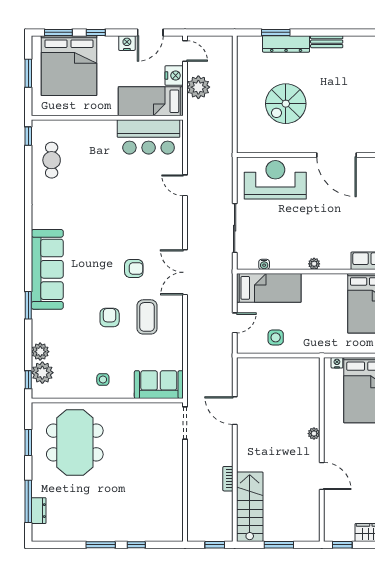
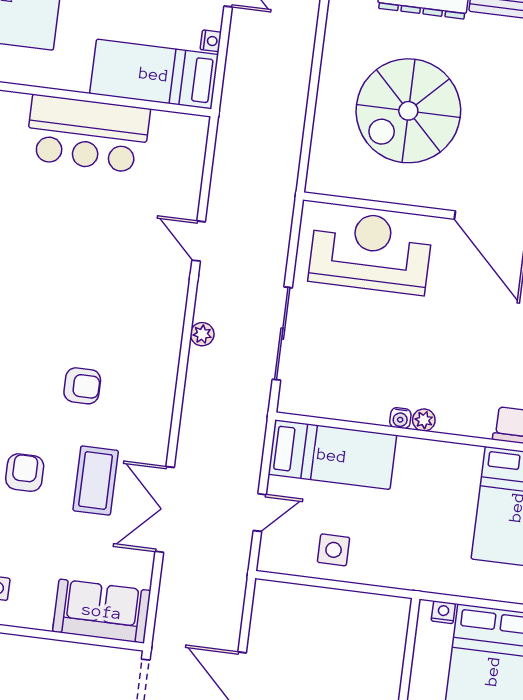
nightstand: (174, 76) -> (211, 41), width x0.53, depth x0.56
plant: (198, 87) -> (202, 334), moved, width x0.53, depth x0.53
spiral stairs: (286, 104) -> (408, 111), width x1.37, depth x1.37
bar counter: (149, 137) -> (88, 134), moved
water cooler: (264, 264) -> (400, 418), moved
double door: (185, 272) -> (165, 509), moved

